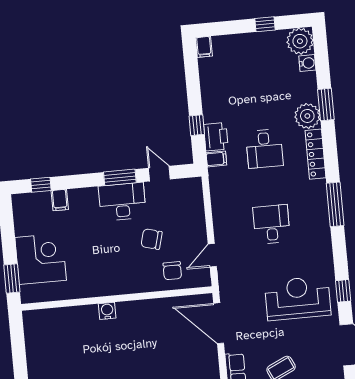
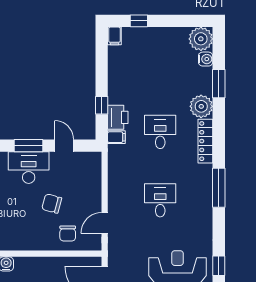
window: (265, 24) -> (139, 21), moved
window: (326, 105) -> (219, 84), moved
desk: (264, 149) -> (160, 132), turned 180

